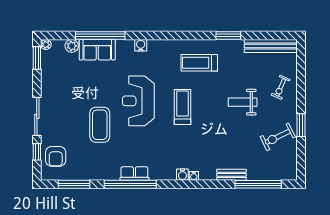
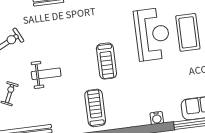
treadmill: (199, 63) -> (95, 108), turned -90
reception desk: (138, 101) -> (152, 34), moved

